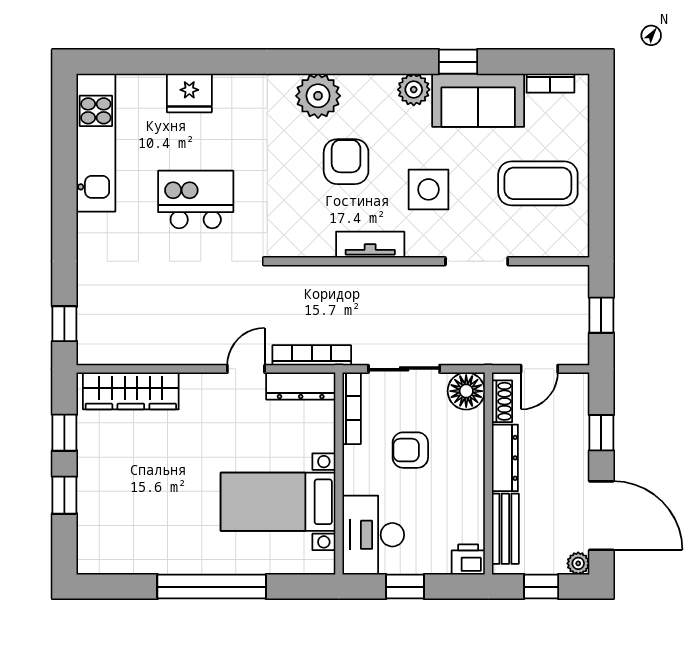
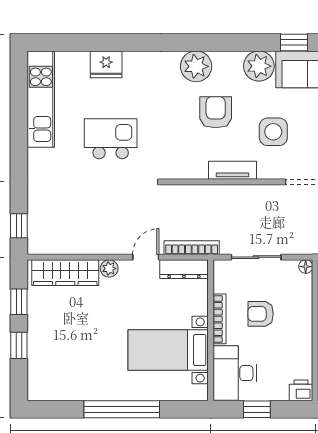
plant: (414, 90) -> (259, 66), width x1.36, depth x1.36
plant: (194, 385) -> (109, 268), added
floor lamp: (466, 391) -> (306, 267), width x0.53, depth x0.53
bookcase: (352, 408) -> (220, 319), moved

